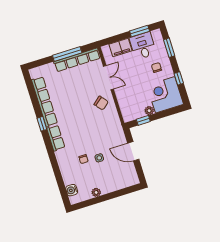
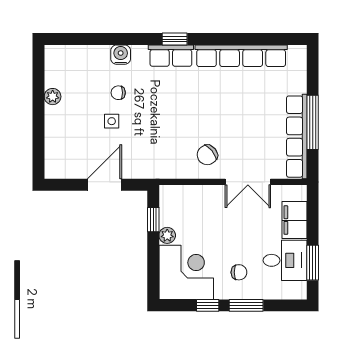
window: (169, 48) -> (246, 305), moved
window: (42, 124) -> (175, 39), moved
water cooler: (72, 190) -> (121, 55), moved

